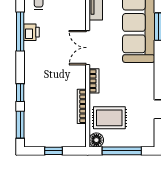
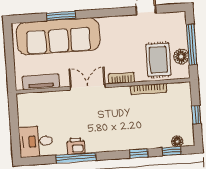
double door: (88, 48) -> (88, 87), swing flipped
window: (20, 125) -> (172, 151), width x0.67
floor lamp: (29, 131) -> (177, 141), added
floor lamp: (96, 140) -> (181, 56), moved

